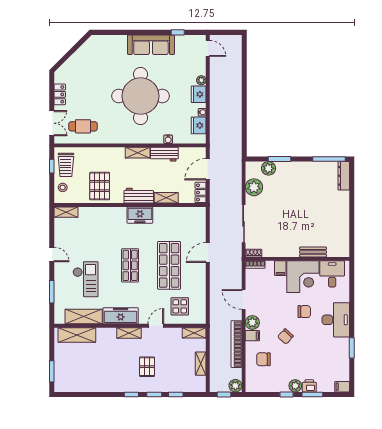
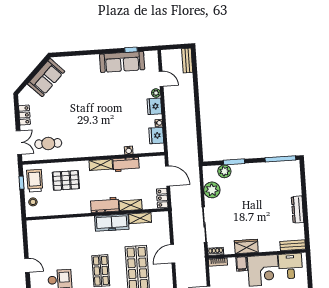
sofa: (151, 45) -> (122, 62), moved
door: (208, 48) -> (161, 79), moved
bench: (237, 48) -> (187, 61), added
sofa: (85, 56) -> (46, 78), added
round table: (141, 96) -> (100, 112), removed
trolley: (66, 165) -> (35, 181), turned 180
door: (208, 169) -> (168, 176), swing flipped
dresser: (344, 176) -> (298, 209), moved
pallet: (100, 186) -> (66, 180), moved, turned 90
shelving: (66, 212) -> (140, 218), moved
freezer: (140, 215) -> (112, 223), width x1.40
wardrobe: (287, 250) -> (246, 246), added
bench: (313, 252) -> (293, 245), moved

